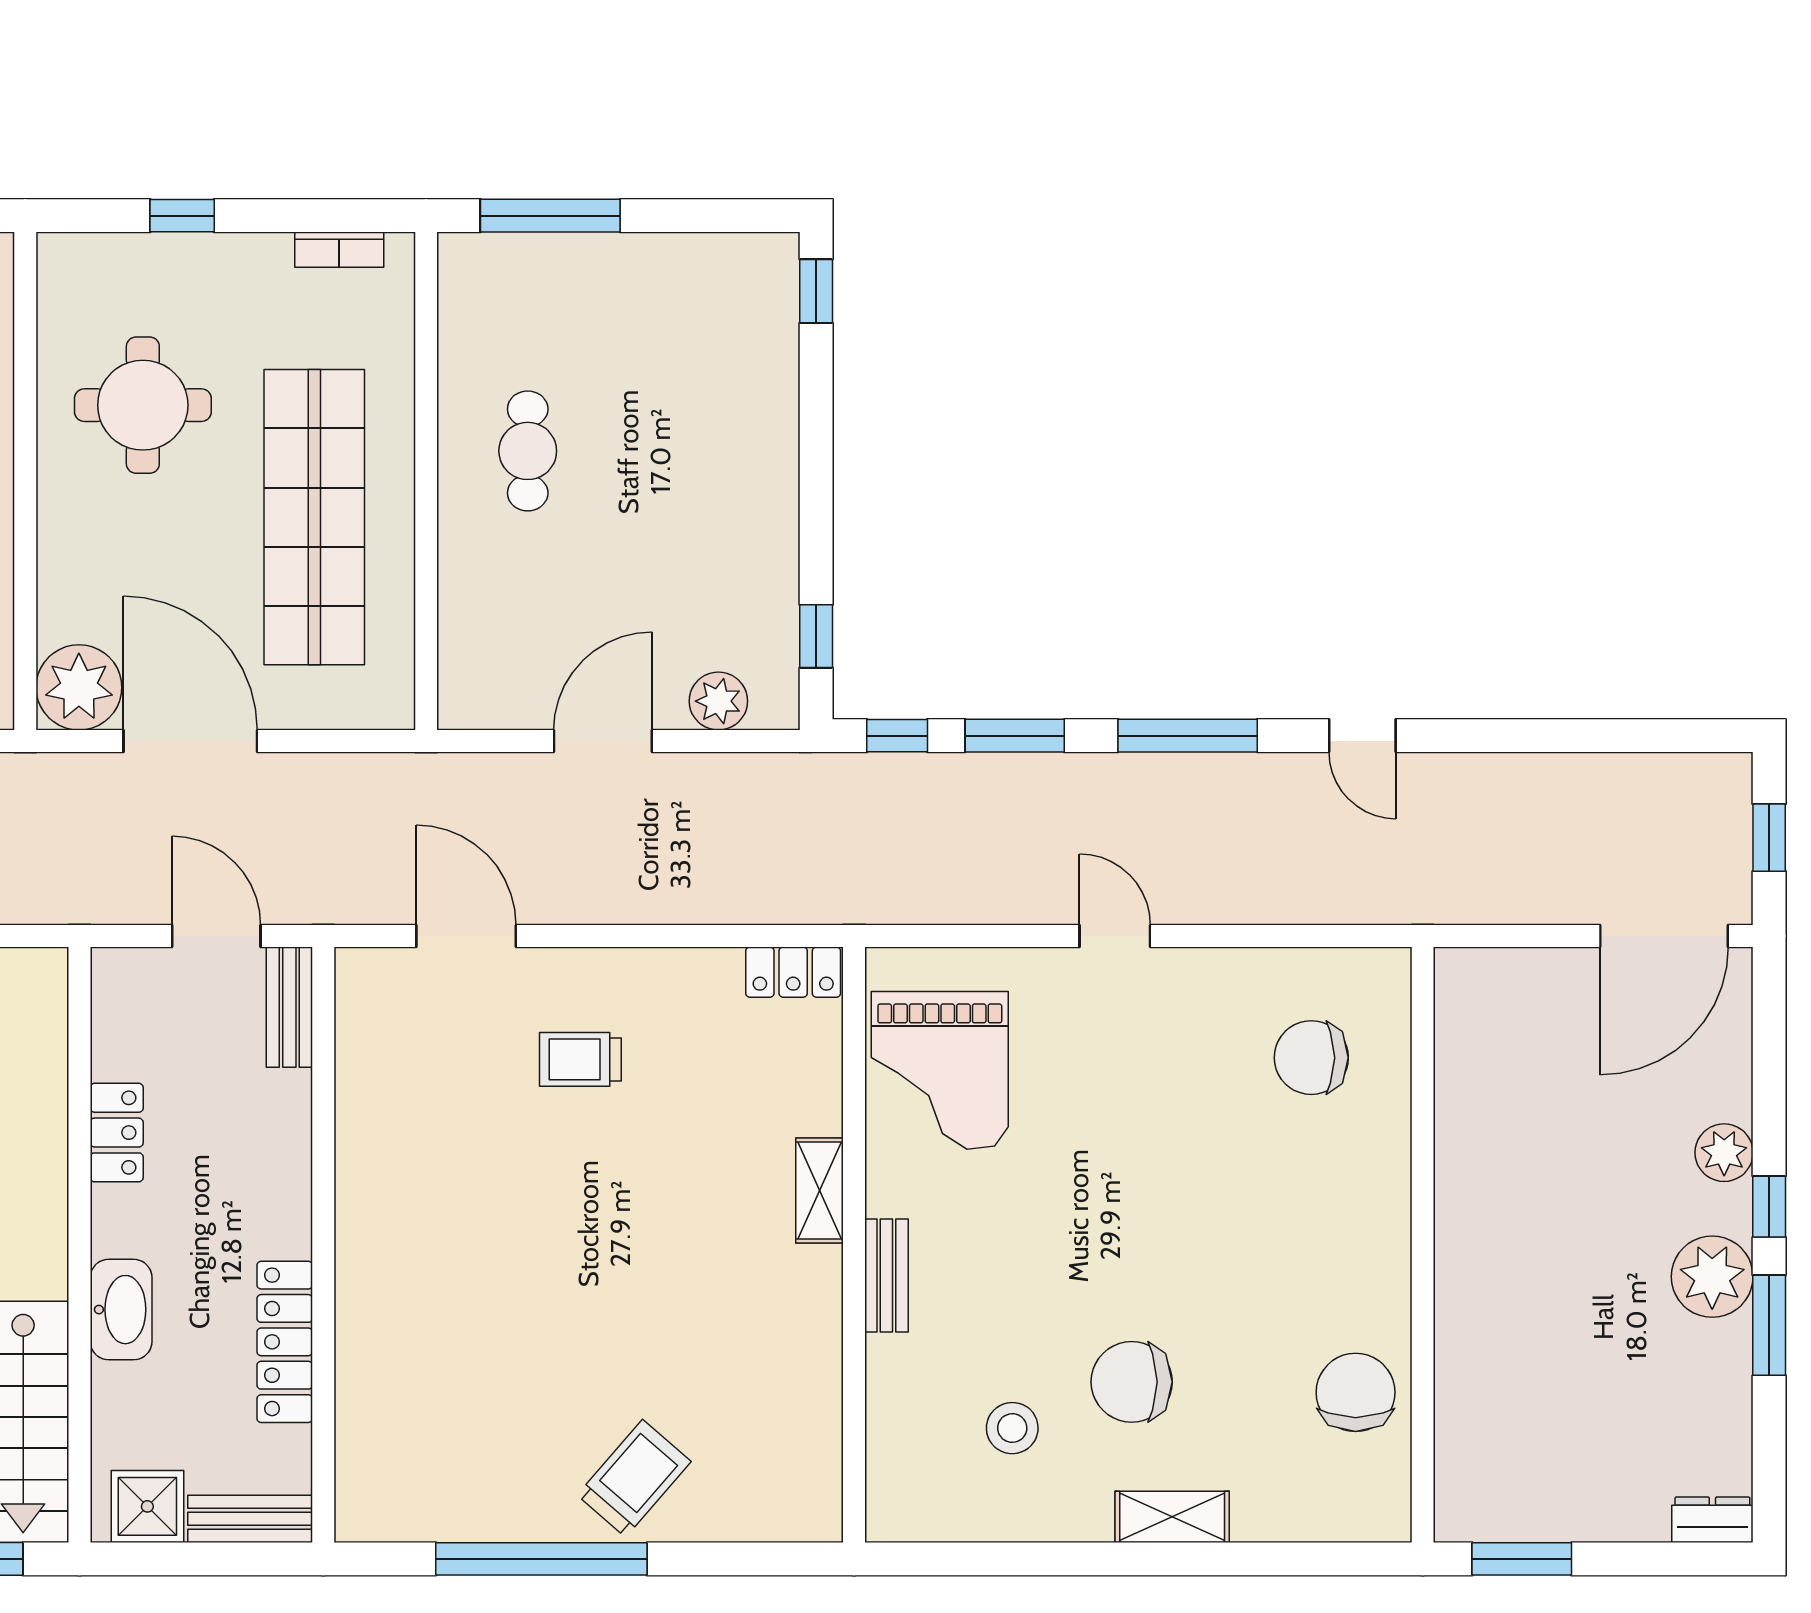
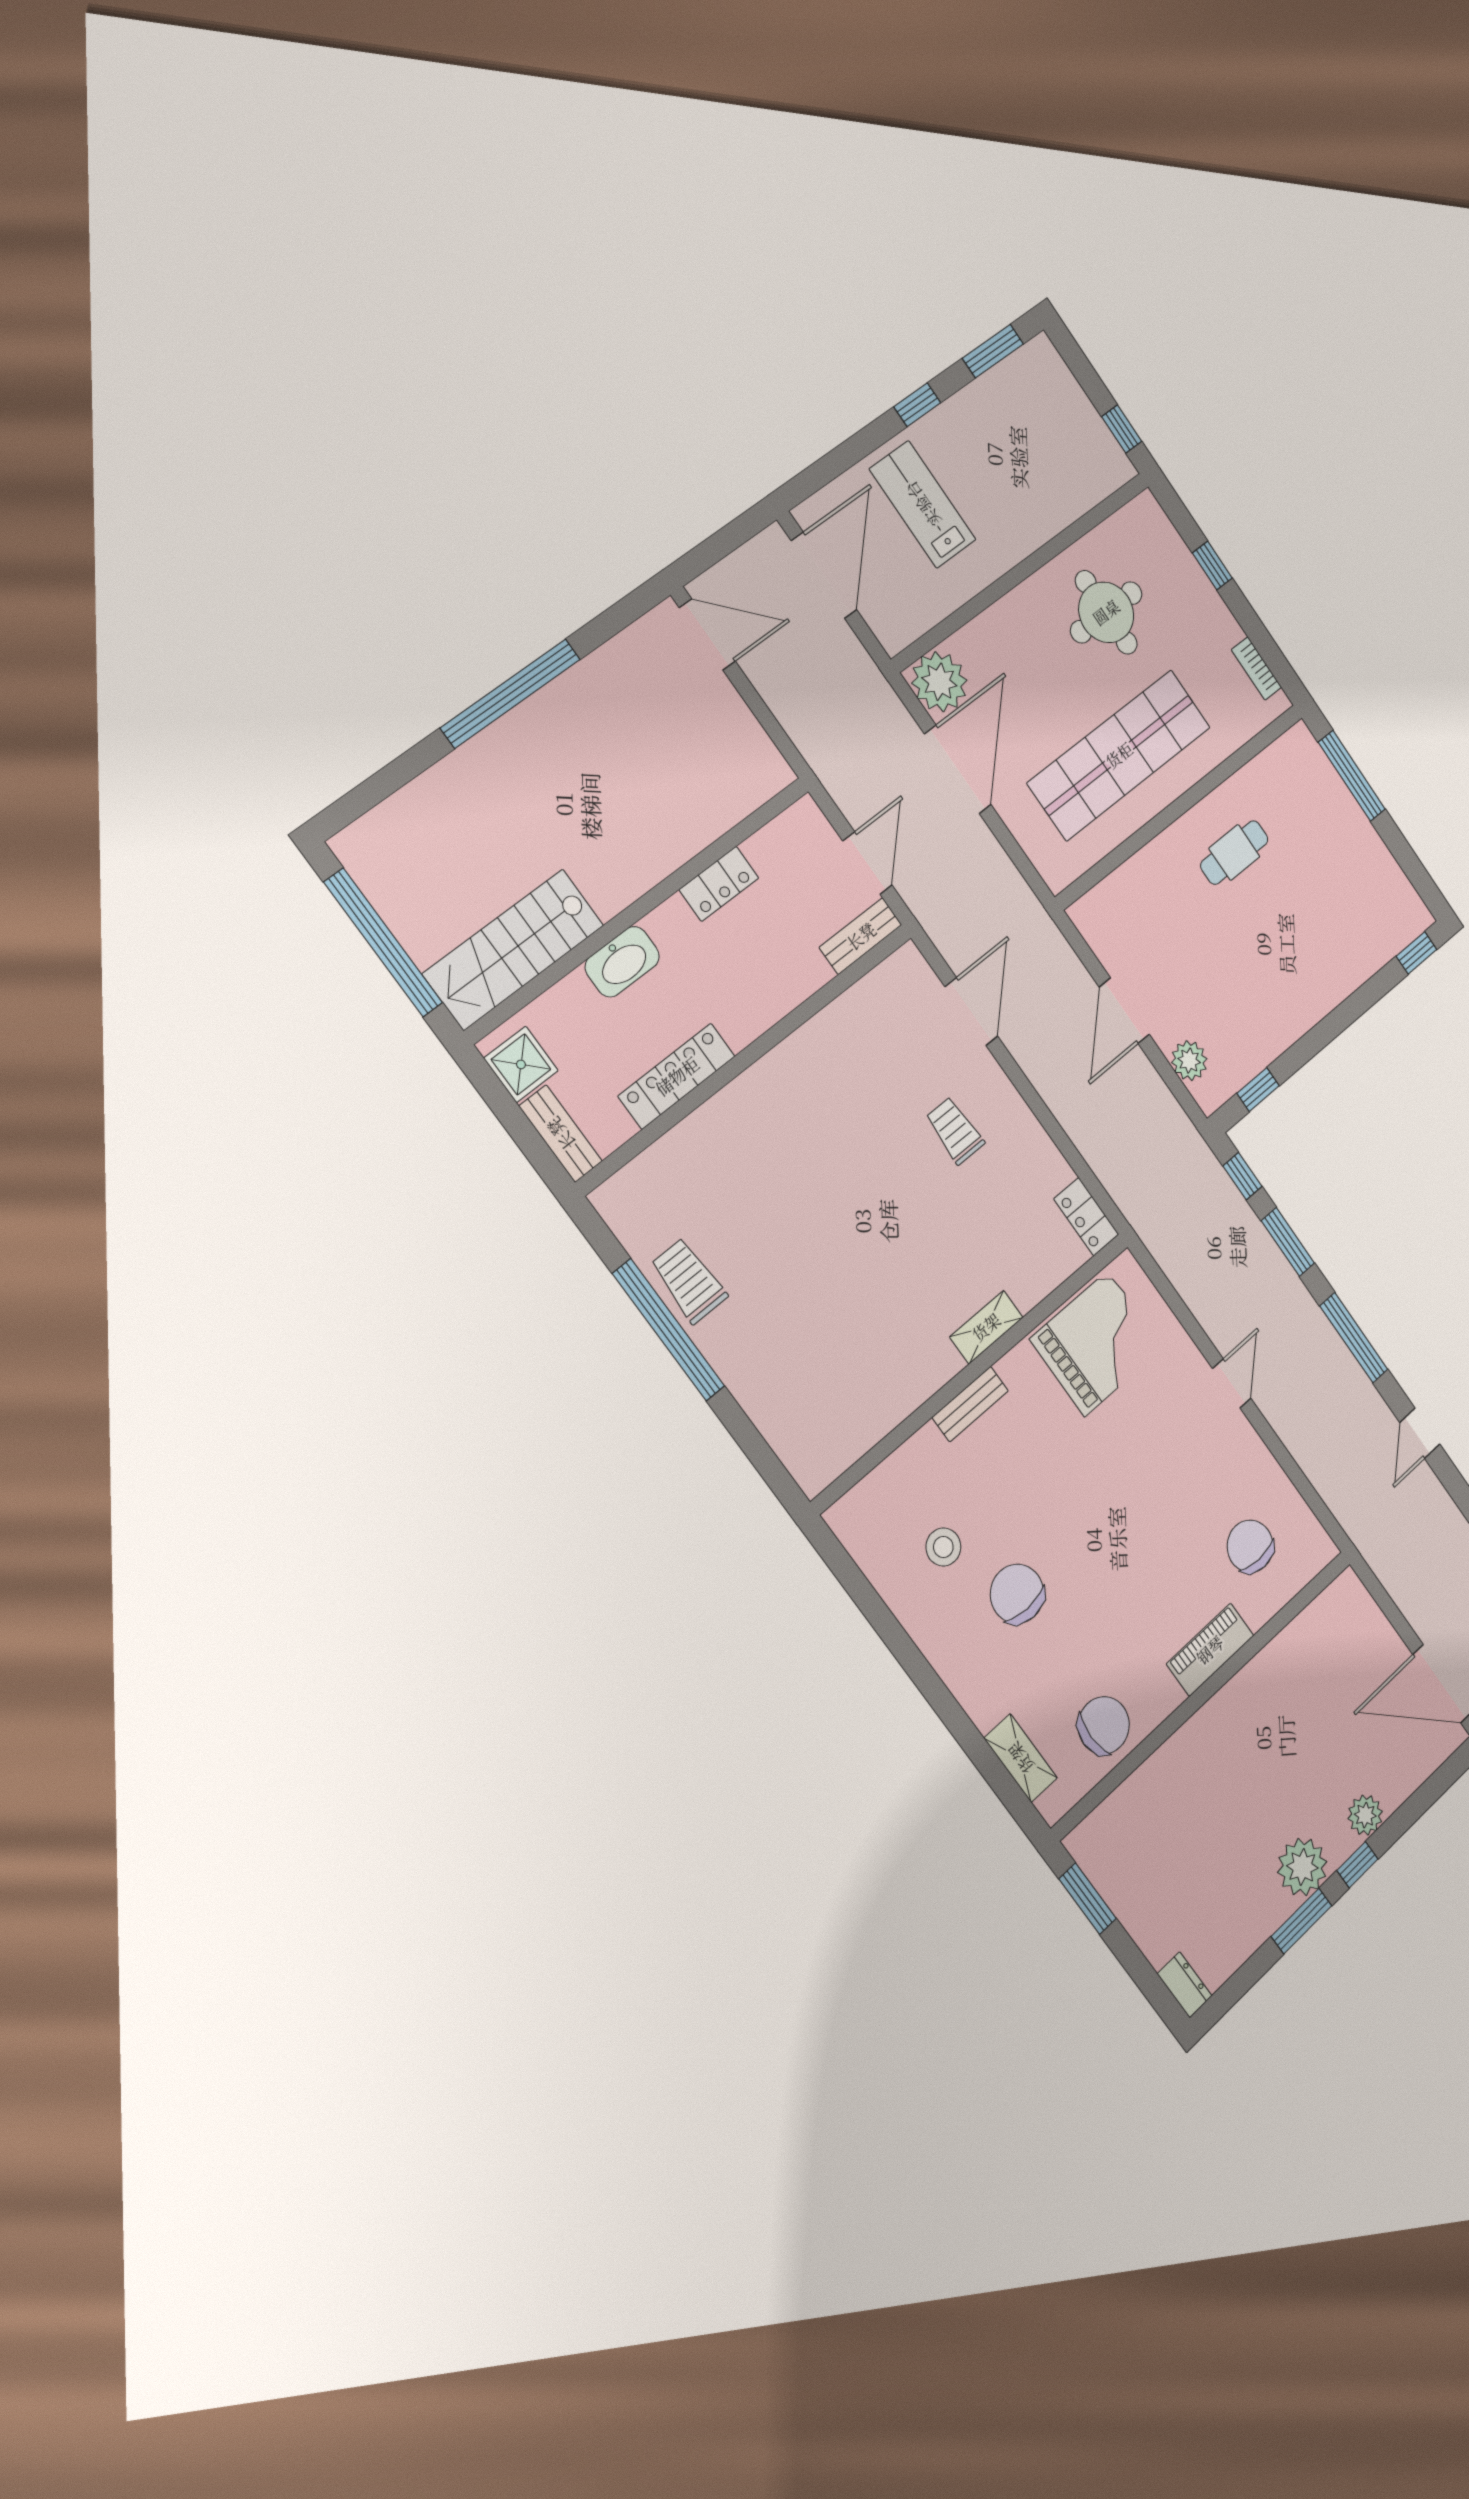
door: (603, 741) -> (1124, 1011), swing flipped
grand piano: (940, 1070) -> (1096, 1343), turned 180
piano: (1382, 1199) -> (1210, 1650), added
trolley: (634, 1478) -> (689, 1281), moved, turned -131
shelving: (1172, 1517) -> (1021, 1758), moved

